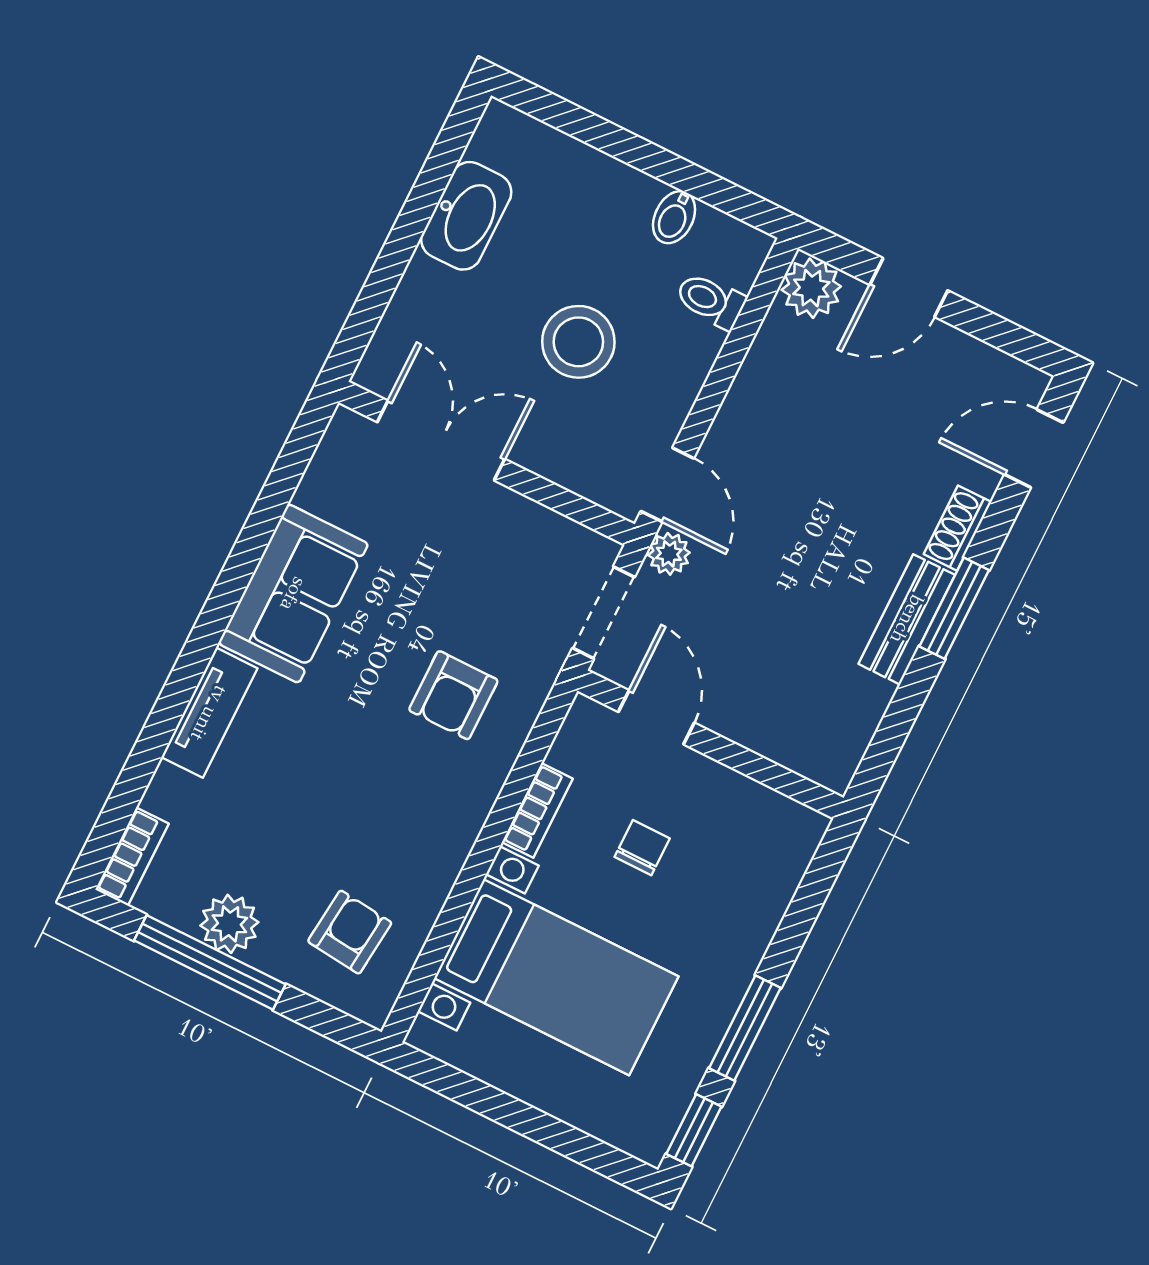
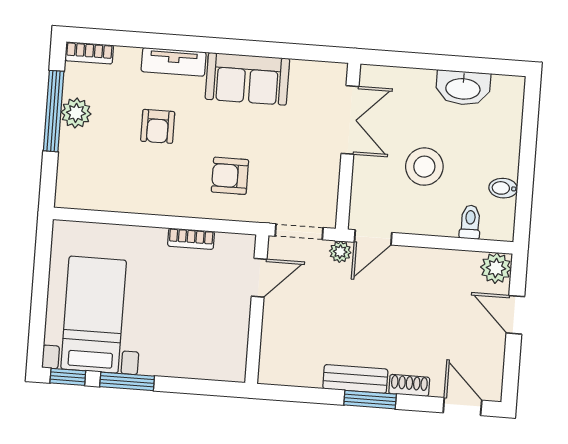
chair: (642, 848) -> (194, 296), removed
armchair: (350, 932) -> (158, 126), moved, turned 84
bed with nightstands: (556, 977) -> (94, 315), moved, turned 180

